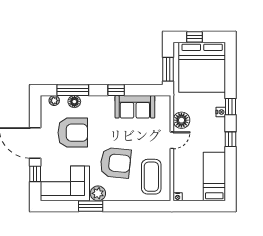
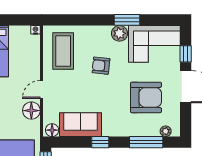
floor lamp: (74, 102) -> (52, 130), moved
armchair: (73, 133) -> (146, 97), turned 180
armchair: (115, 163) -> (101, 66), width x0.53, depth x0.53

